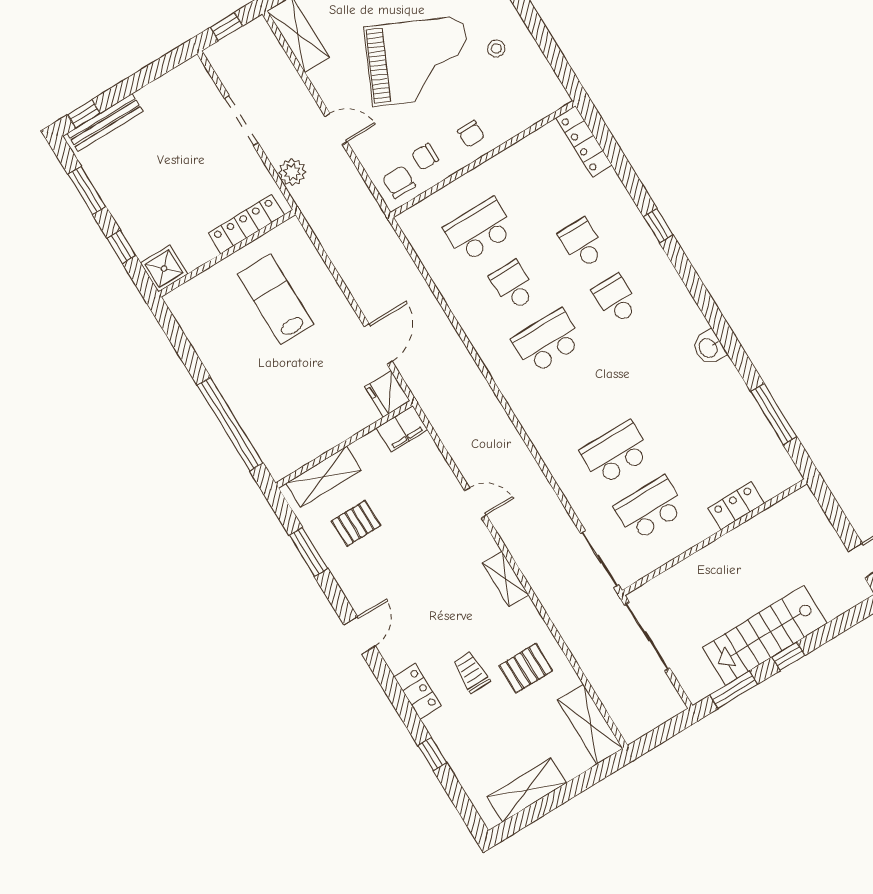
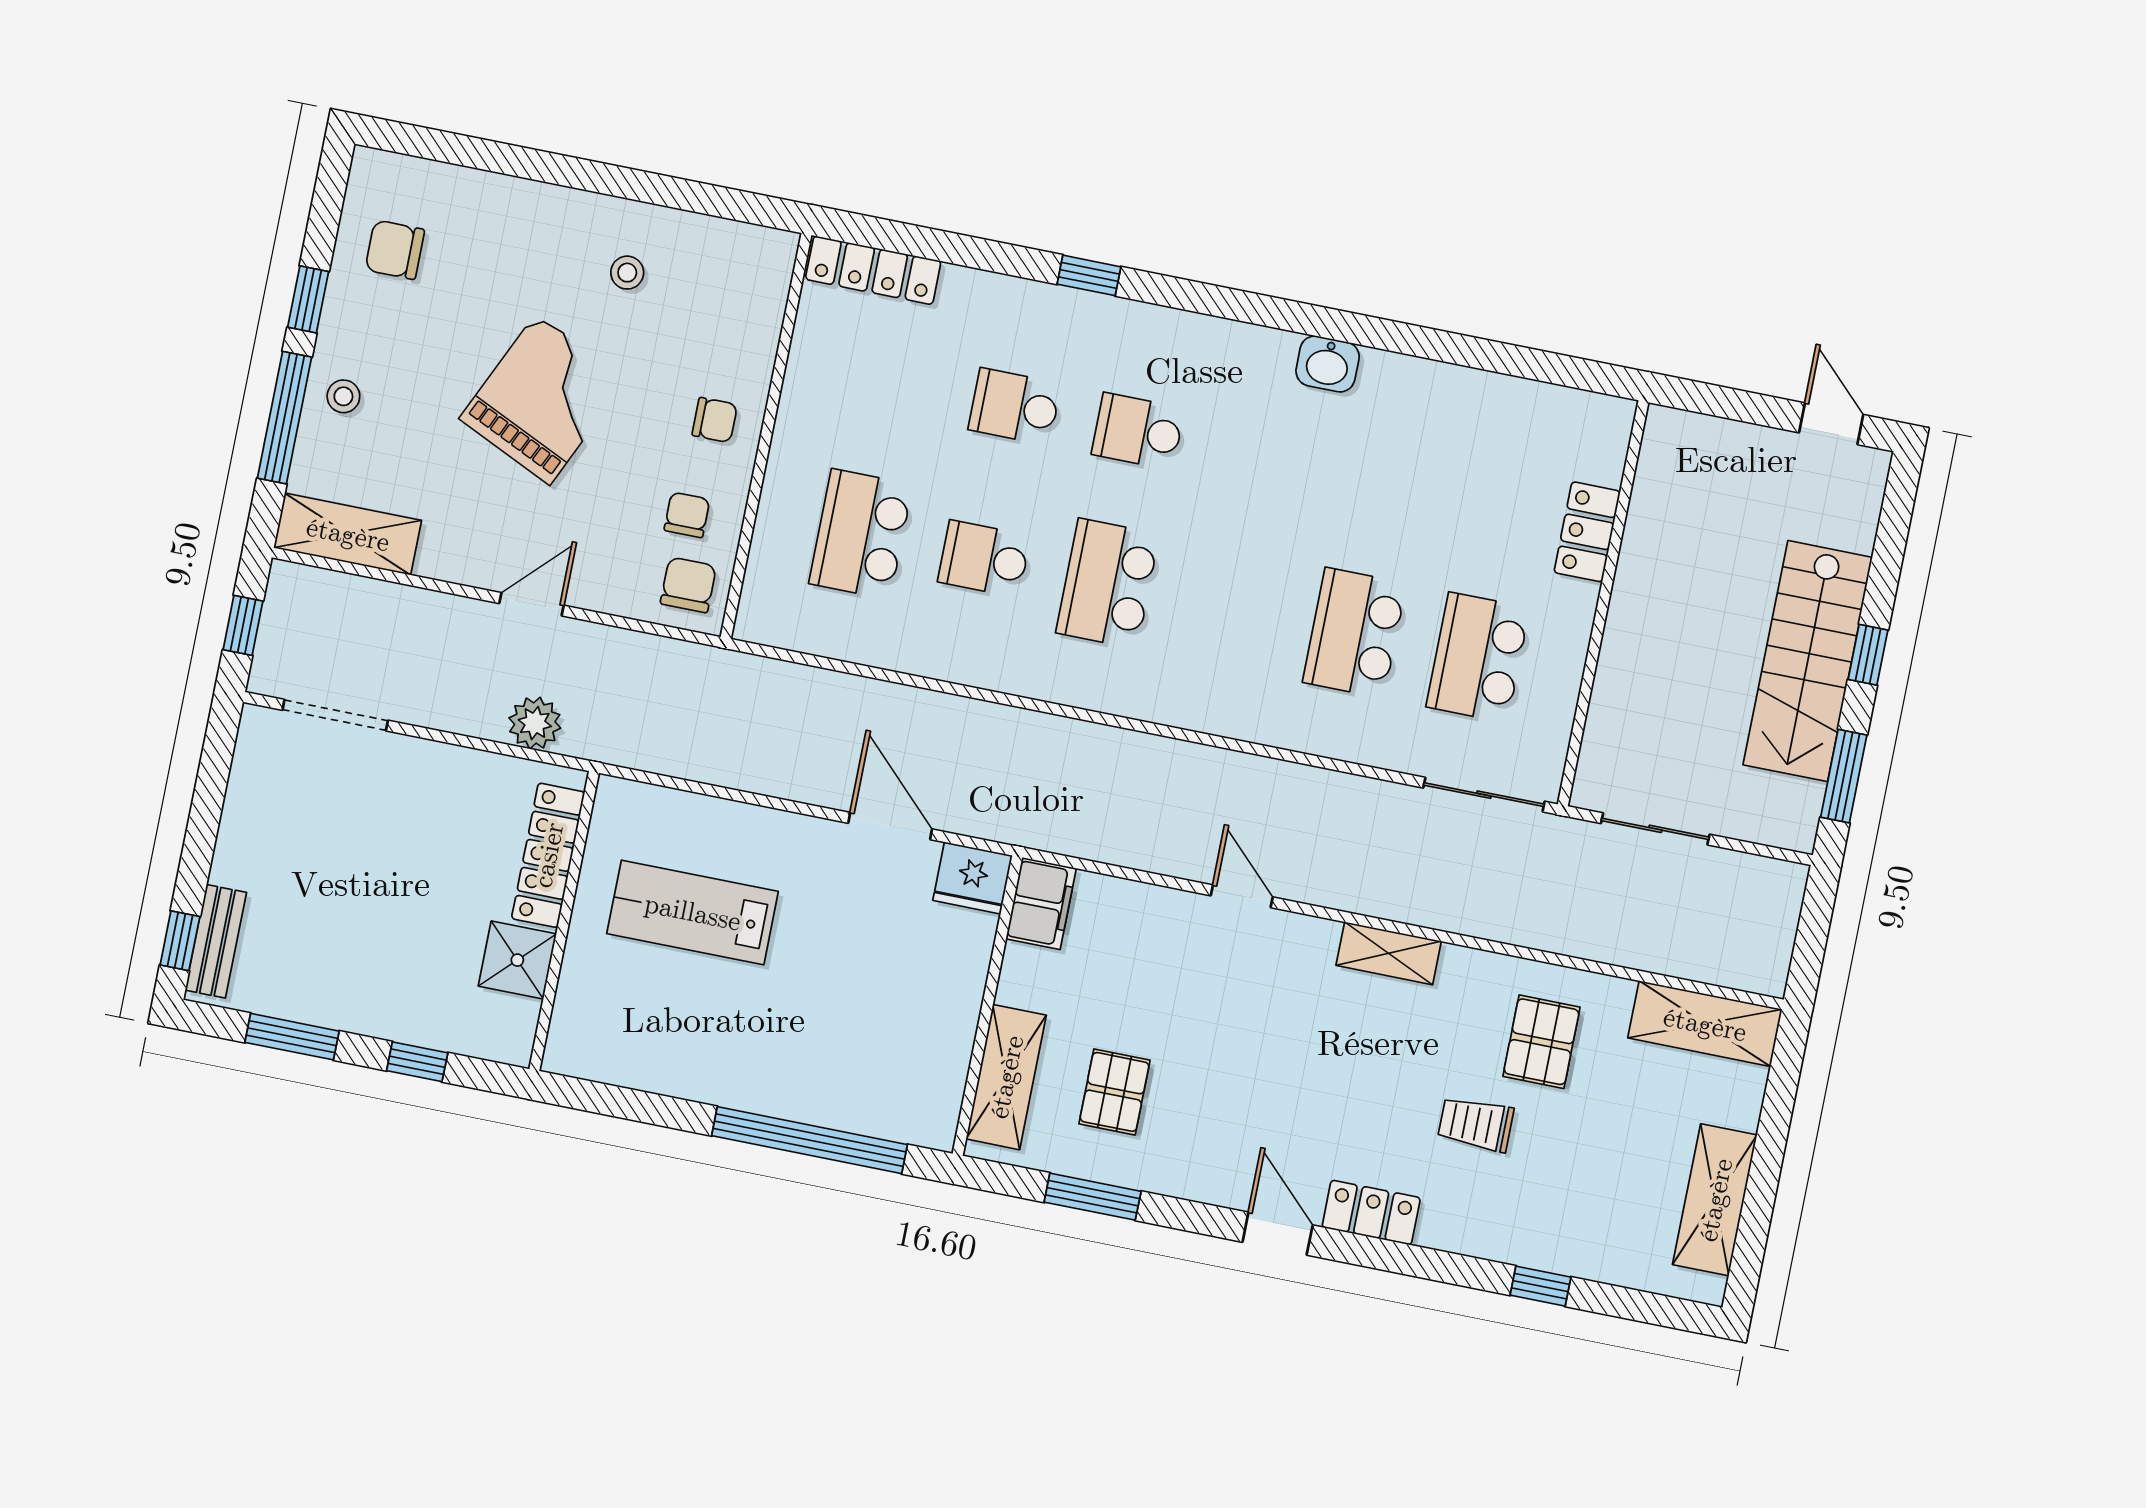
grand piano: (418, 61) -> (543, 399), width x0.73, depth x0.68
doorway: (241, 121) -> (335, 715), moved
bench: (105, 122) -> (216, 941), width x0.73
chair: (425, 157) -> (687, 515), turned 180
chair: (399, 182) -> (688, 585), turned 90
shower: (164, 269) -> (517, 960), moved
window: (774, 414) -> (1507, 359), removed
door: (475, 503) -> (1242, 896), hinge flipped
sliding door: (647, 637) -> (1655, 829), width x0.73
locker: (418, 691) -> (1371, 1213), moved

